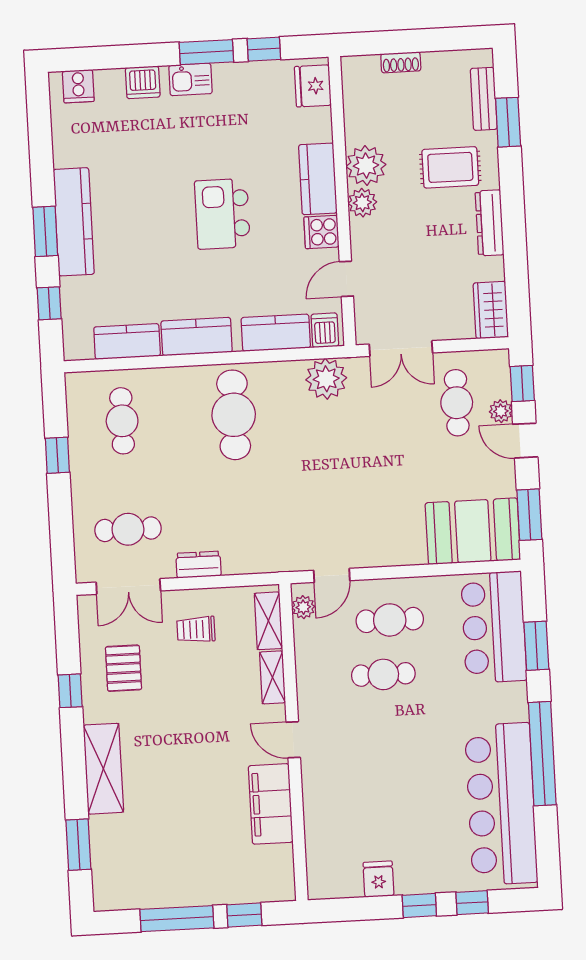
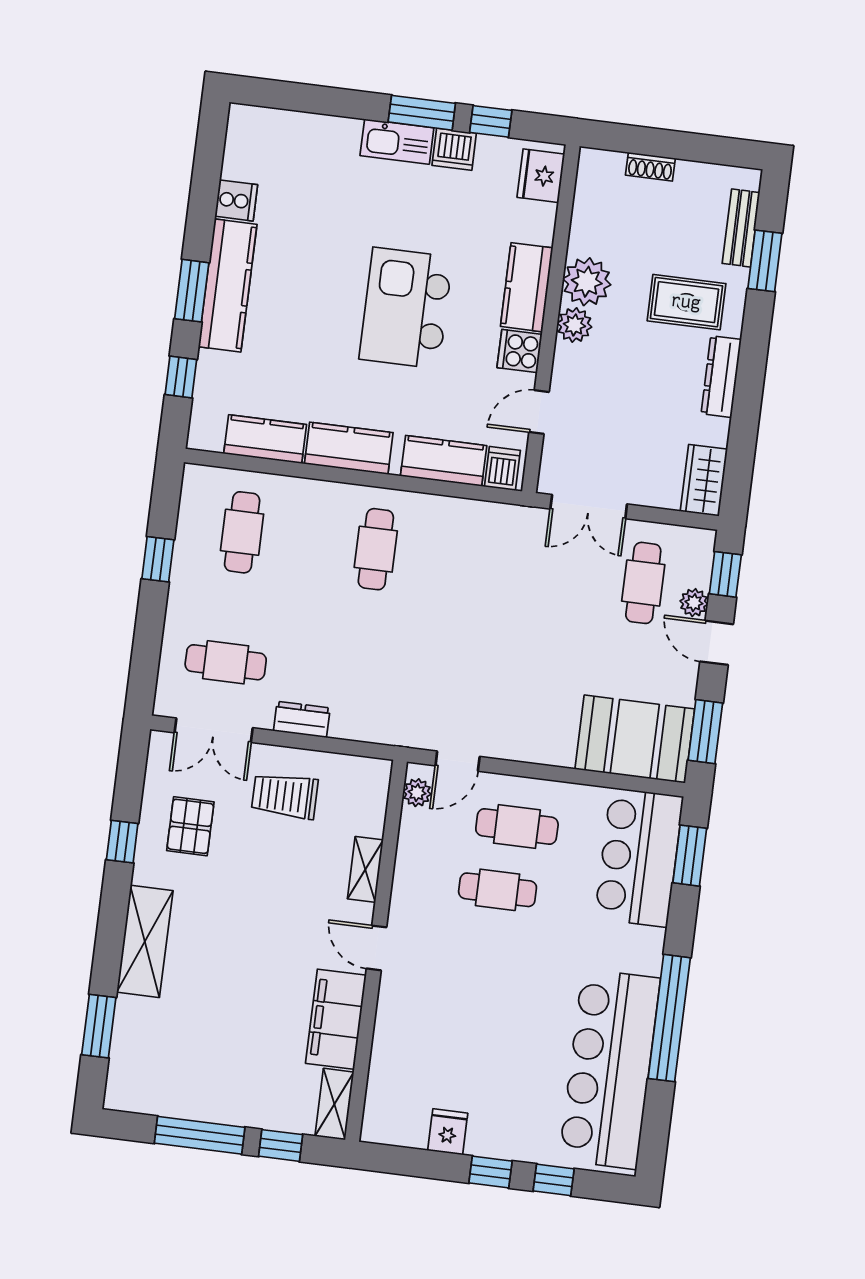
kitchen sink: (190, 79) -> (397, 142), width x1.38
dishwasher: (143, 82) -> (454, 149), moved
cooker: (78, 86) -> (236, 200), moved, turned -90
kitchen island: (222, 214) -> (406, 308), width x1.37, depth x1.28
plant: (326, 379) -> (494, 526), removed
cafe table: (234, 415) -> (376, 549), width x0.73, depth x0.74
shelving: (268, 621) -> (334, 1104), moved
trolley: (196, 629) -> (285, 796), width x1.36, depth x1.39
window: (536, 646) -> (690, 856), moved

